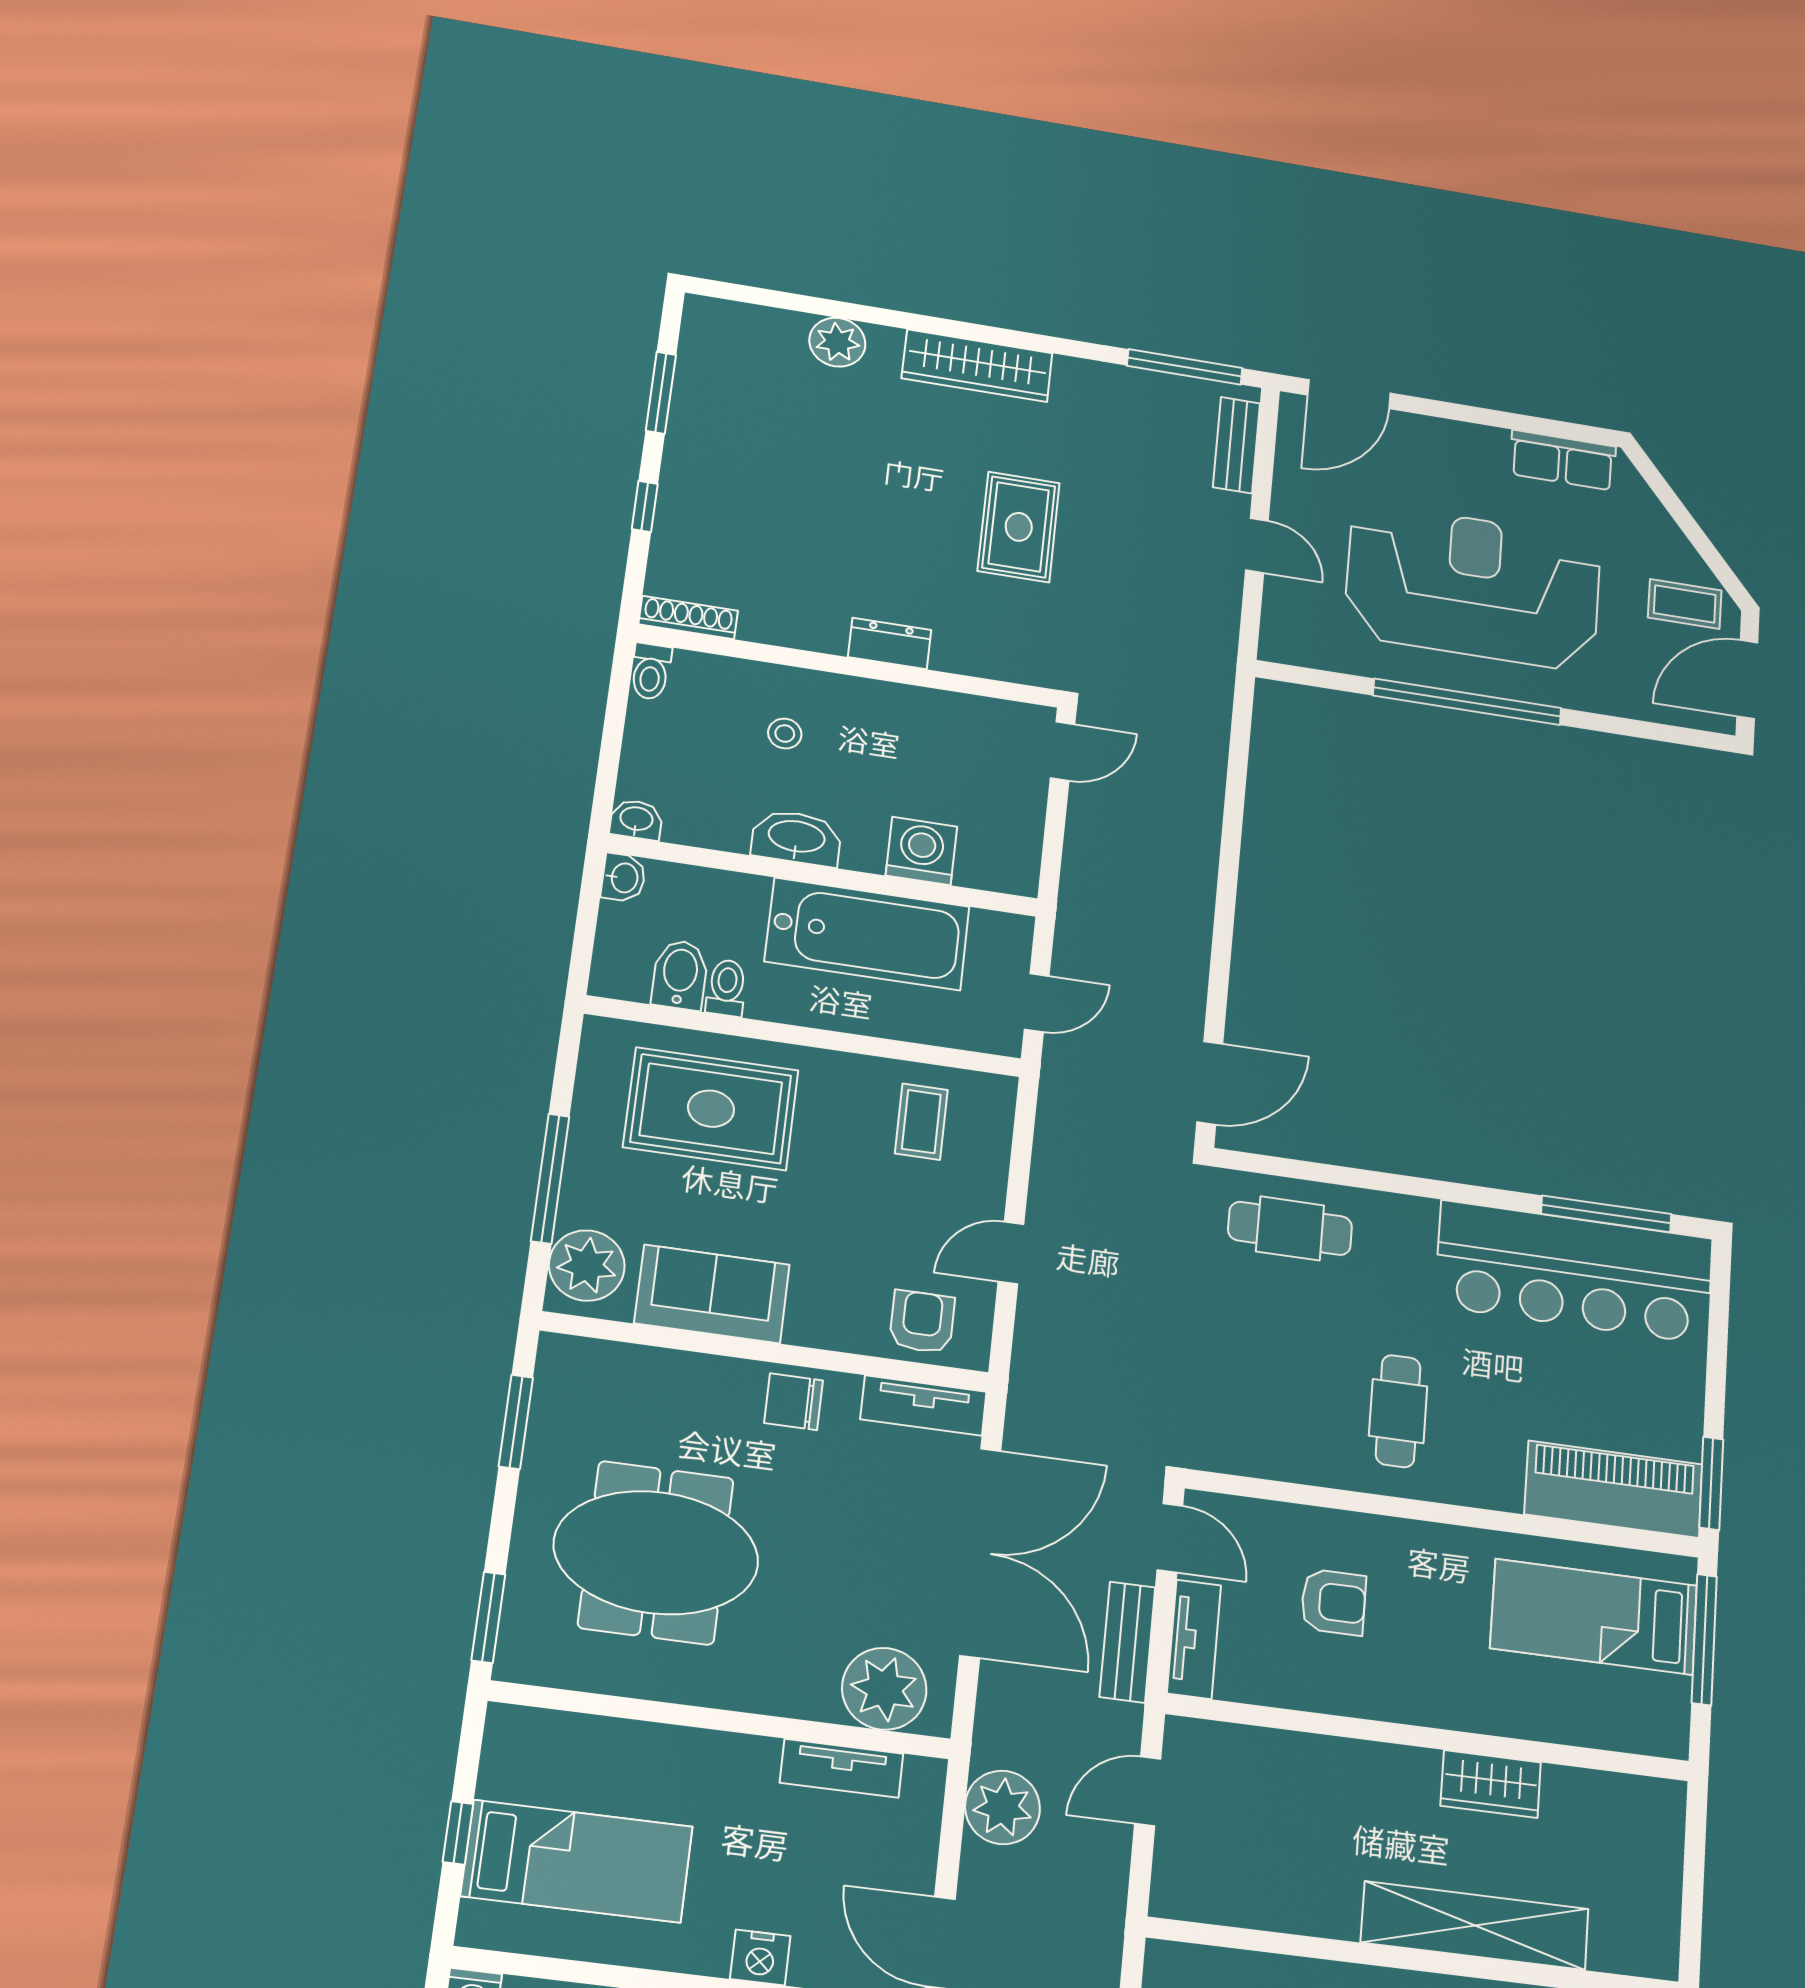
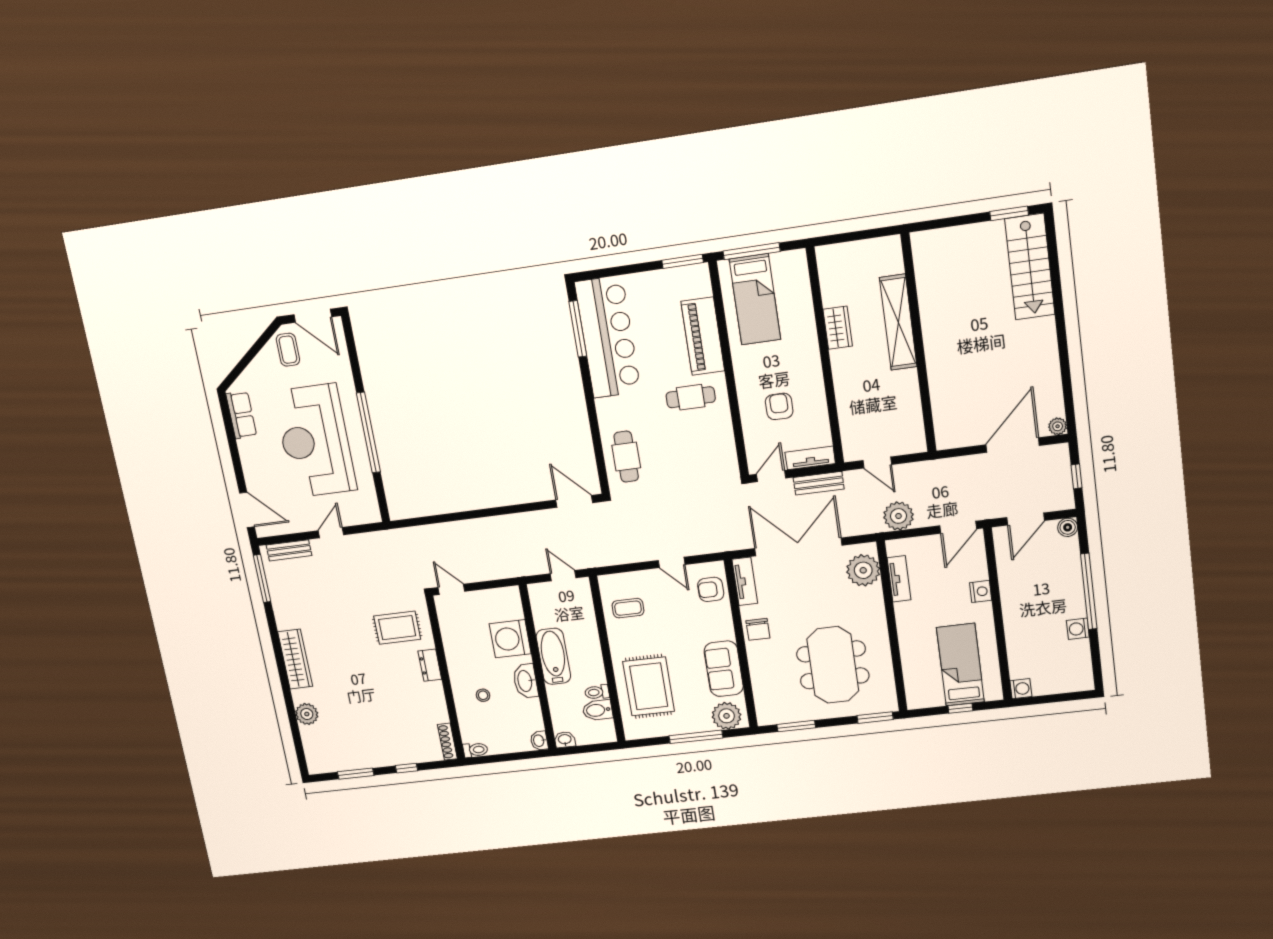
rug: (1019, 527) -> (397, 628), moved
washing machine: (921, 851) -> (510, 639), width x1.37, depth x1.37
bathtub: (867, 934) -> (553, 656), width x0.73, depth x0.73
piano: (1614, 1489) -> (703, 336), moved

